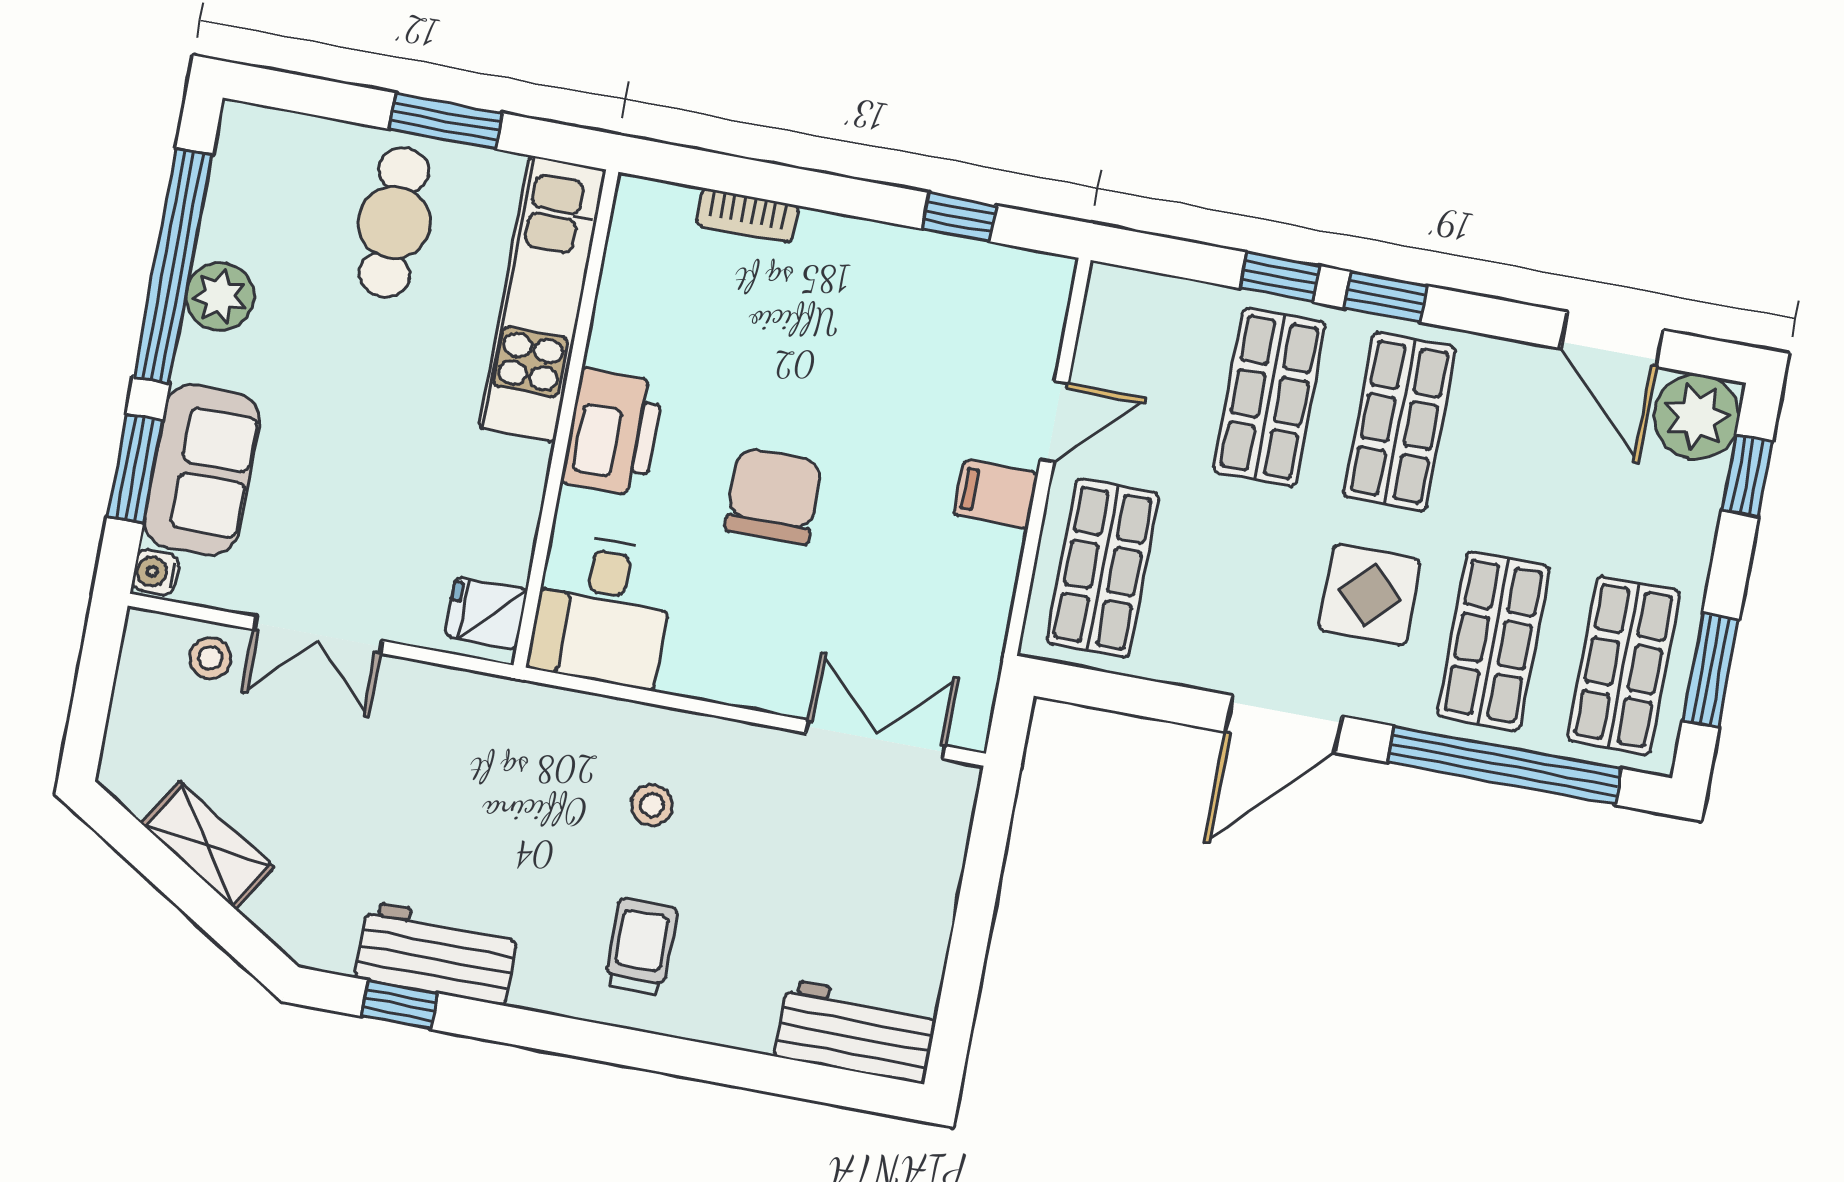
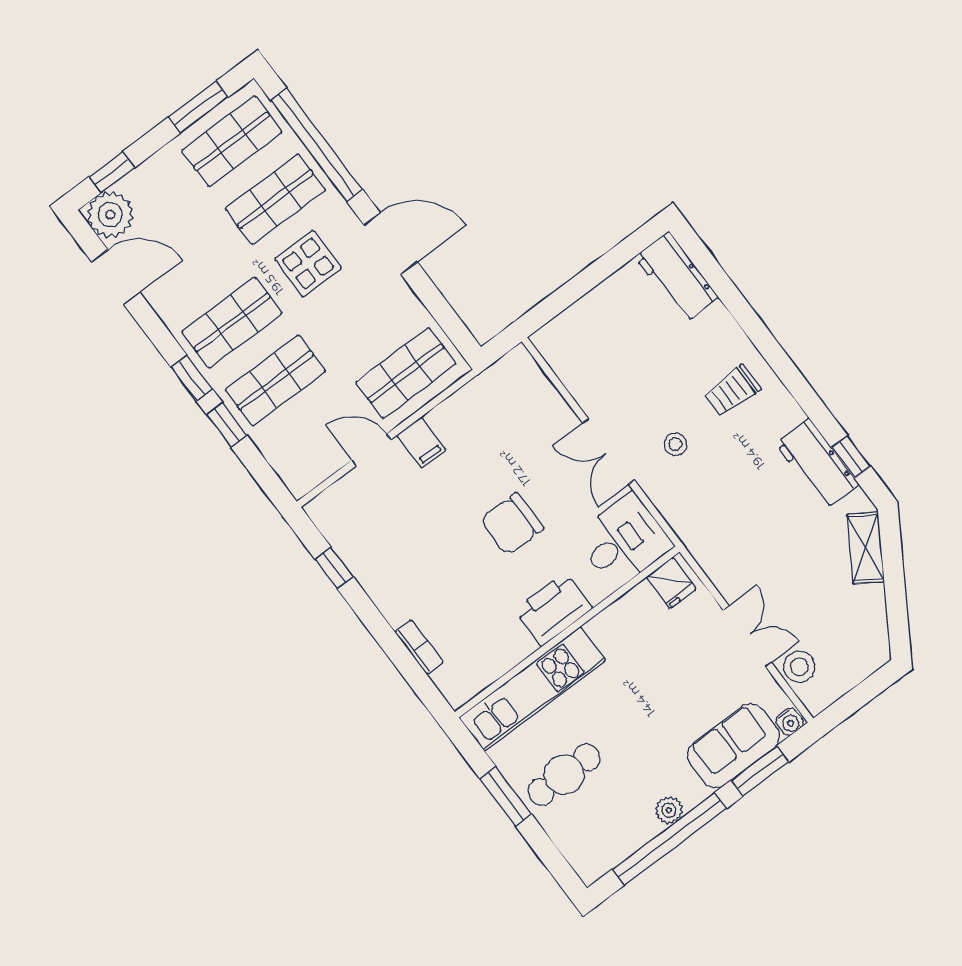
plant: (220, 297) -> (669, 810), width x0.73, depth x0.73
door: (1612, 339) -> (116, 277), hinge flipped
stool: (210, 658) -> (799, 667), width x1.37, depth x1.37
double door: (876, 739) -> (608, 451), moved
shelving: (207, 845) -> (866, 548), moved

